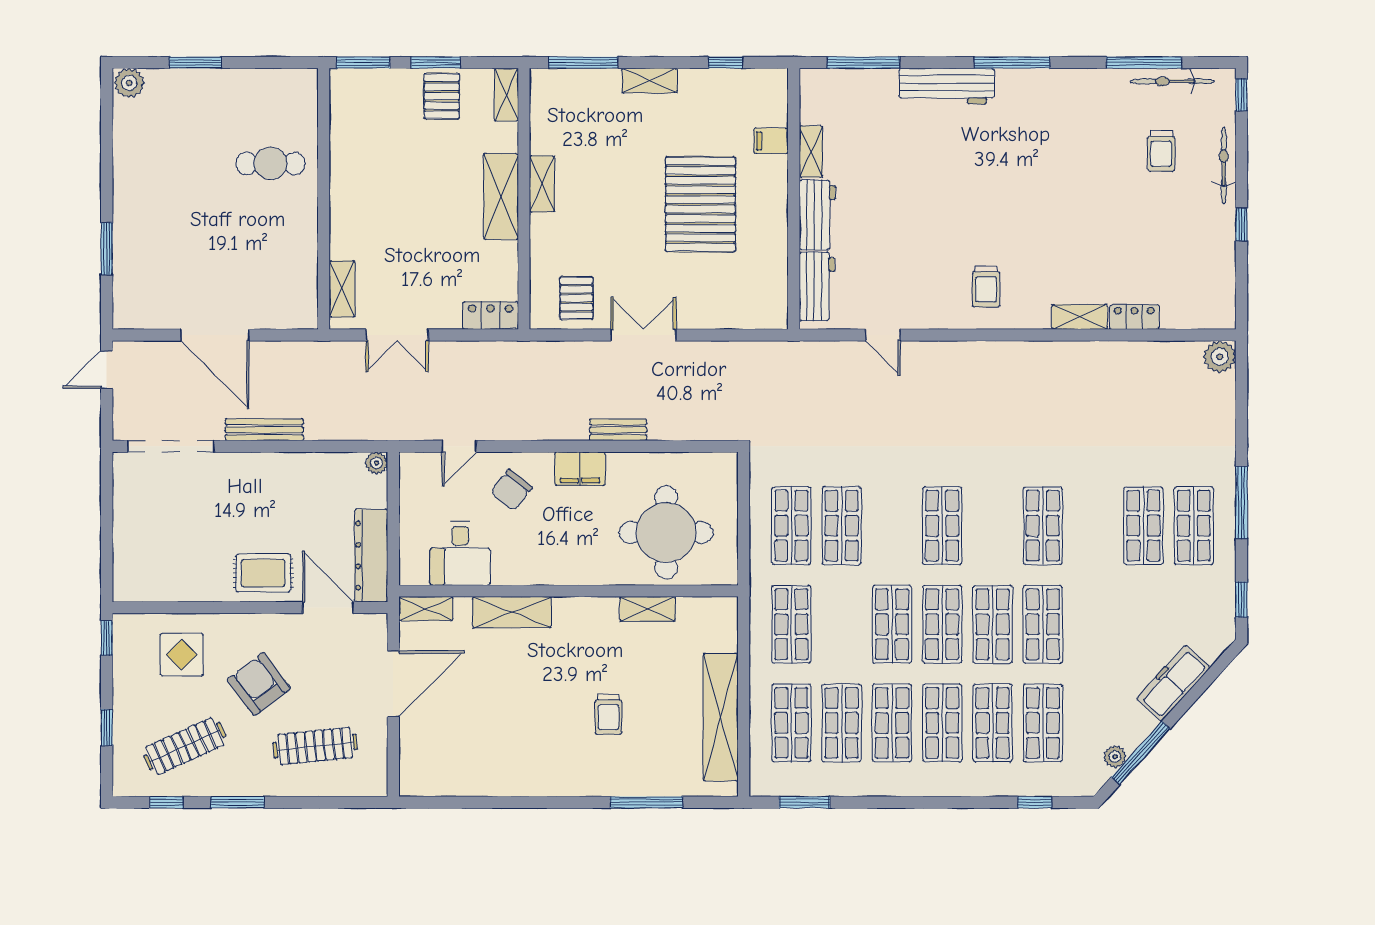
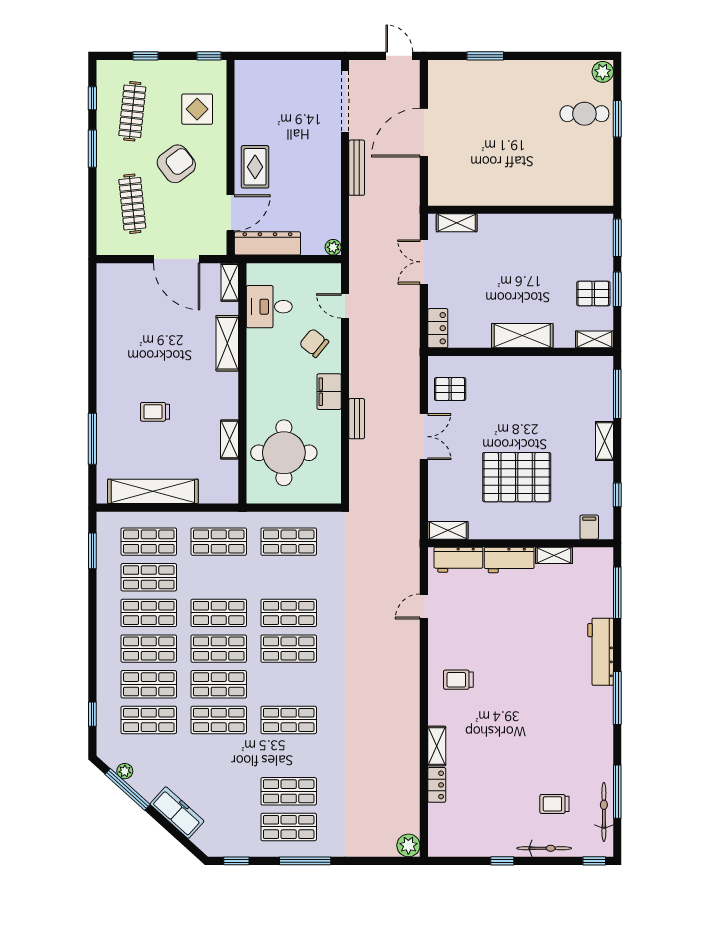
filing cabinet: (771, 141) -> (589, 527), moved
cafe table: (270, 163) -> (584, 114), moved, turned 90
shelving: (542, 184) -> (448, 530), moved
shop shelf: (842, 526) -> (289, 613), moved
clothes rail: (185, 746) -> (132, 111), turned 30

